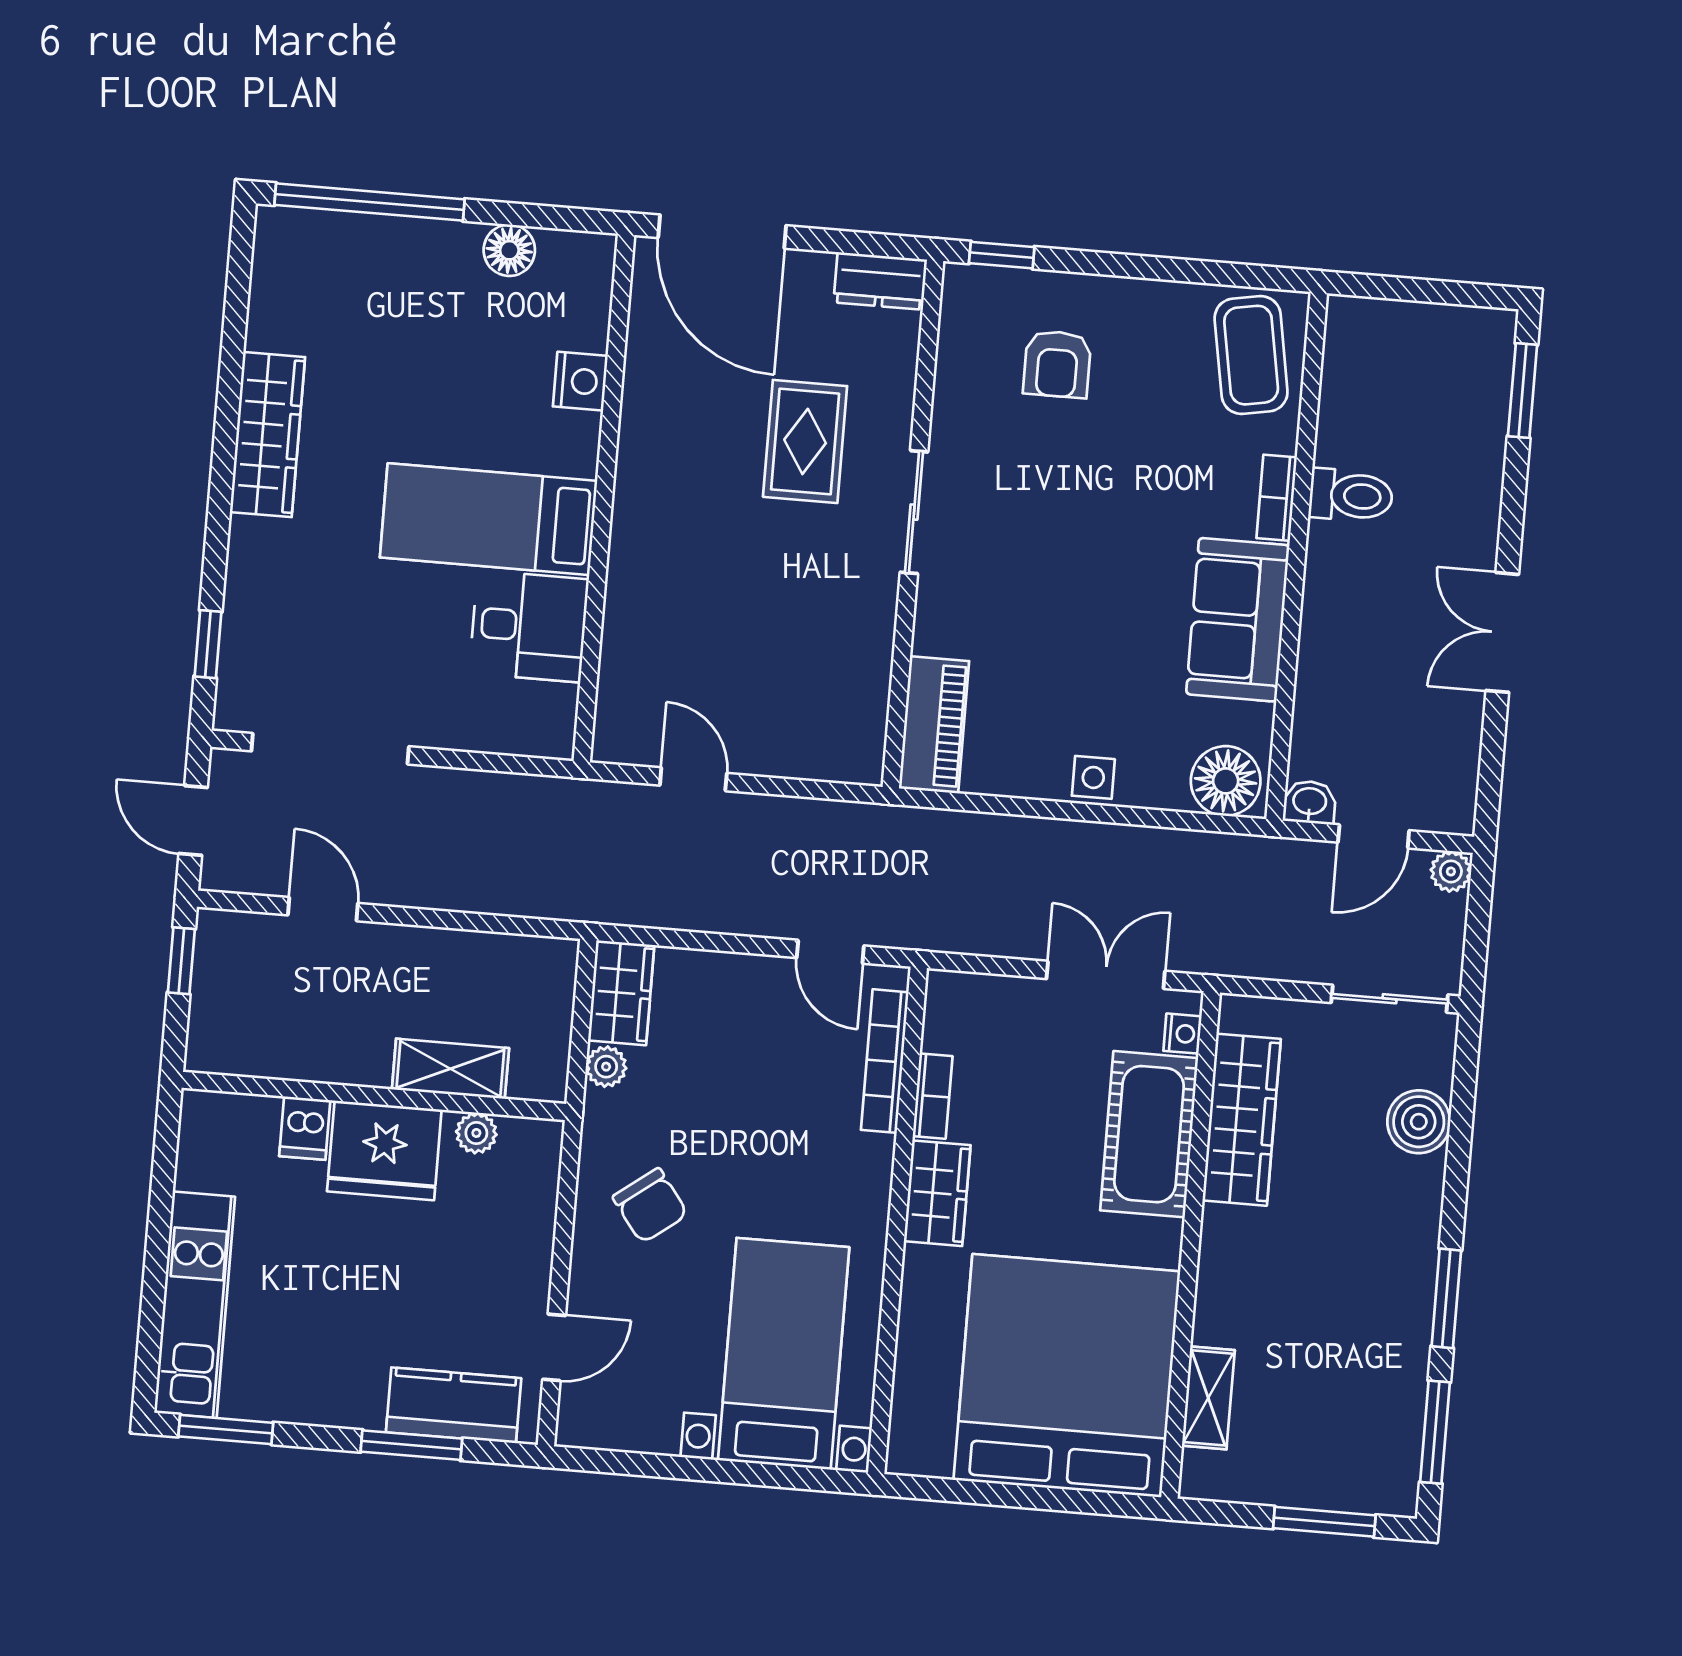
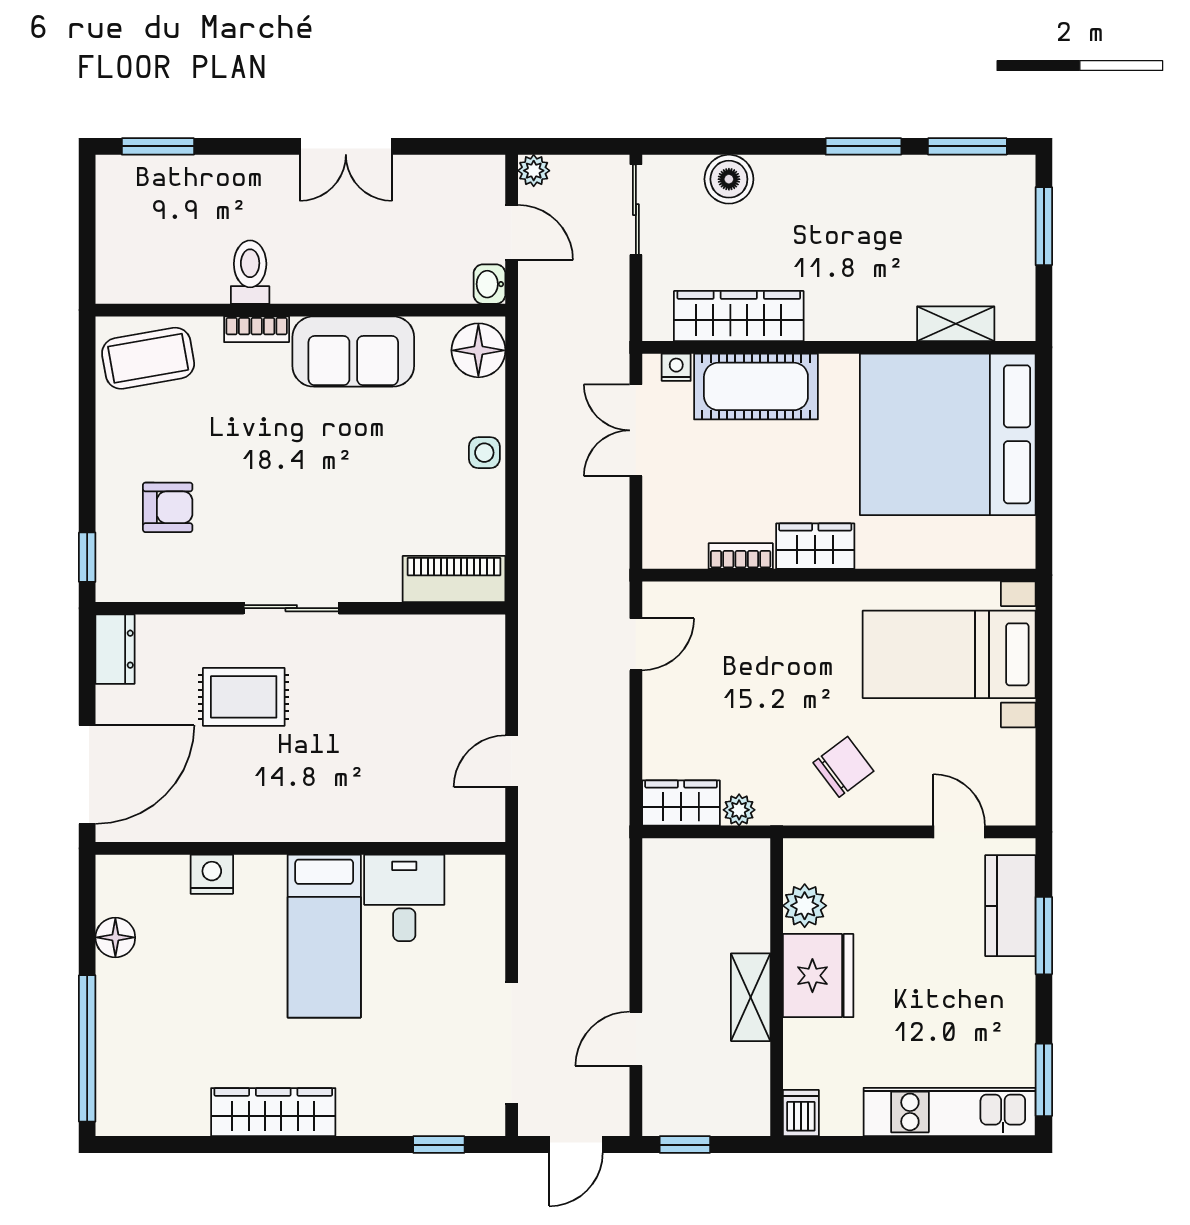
bookcase: (885, 1061) -> (717, 595), removed
shelving: (450, 1069) -> (751, 997), moved
dishwasher: (305, 1128) -> (801, 1113), moved, turned -90
plant: (476, 1133) -> (805, 906), width x1.38, depth x1.38

